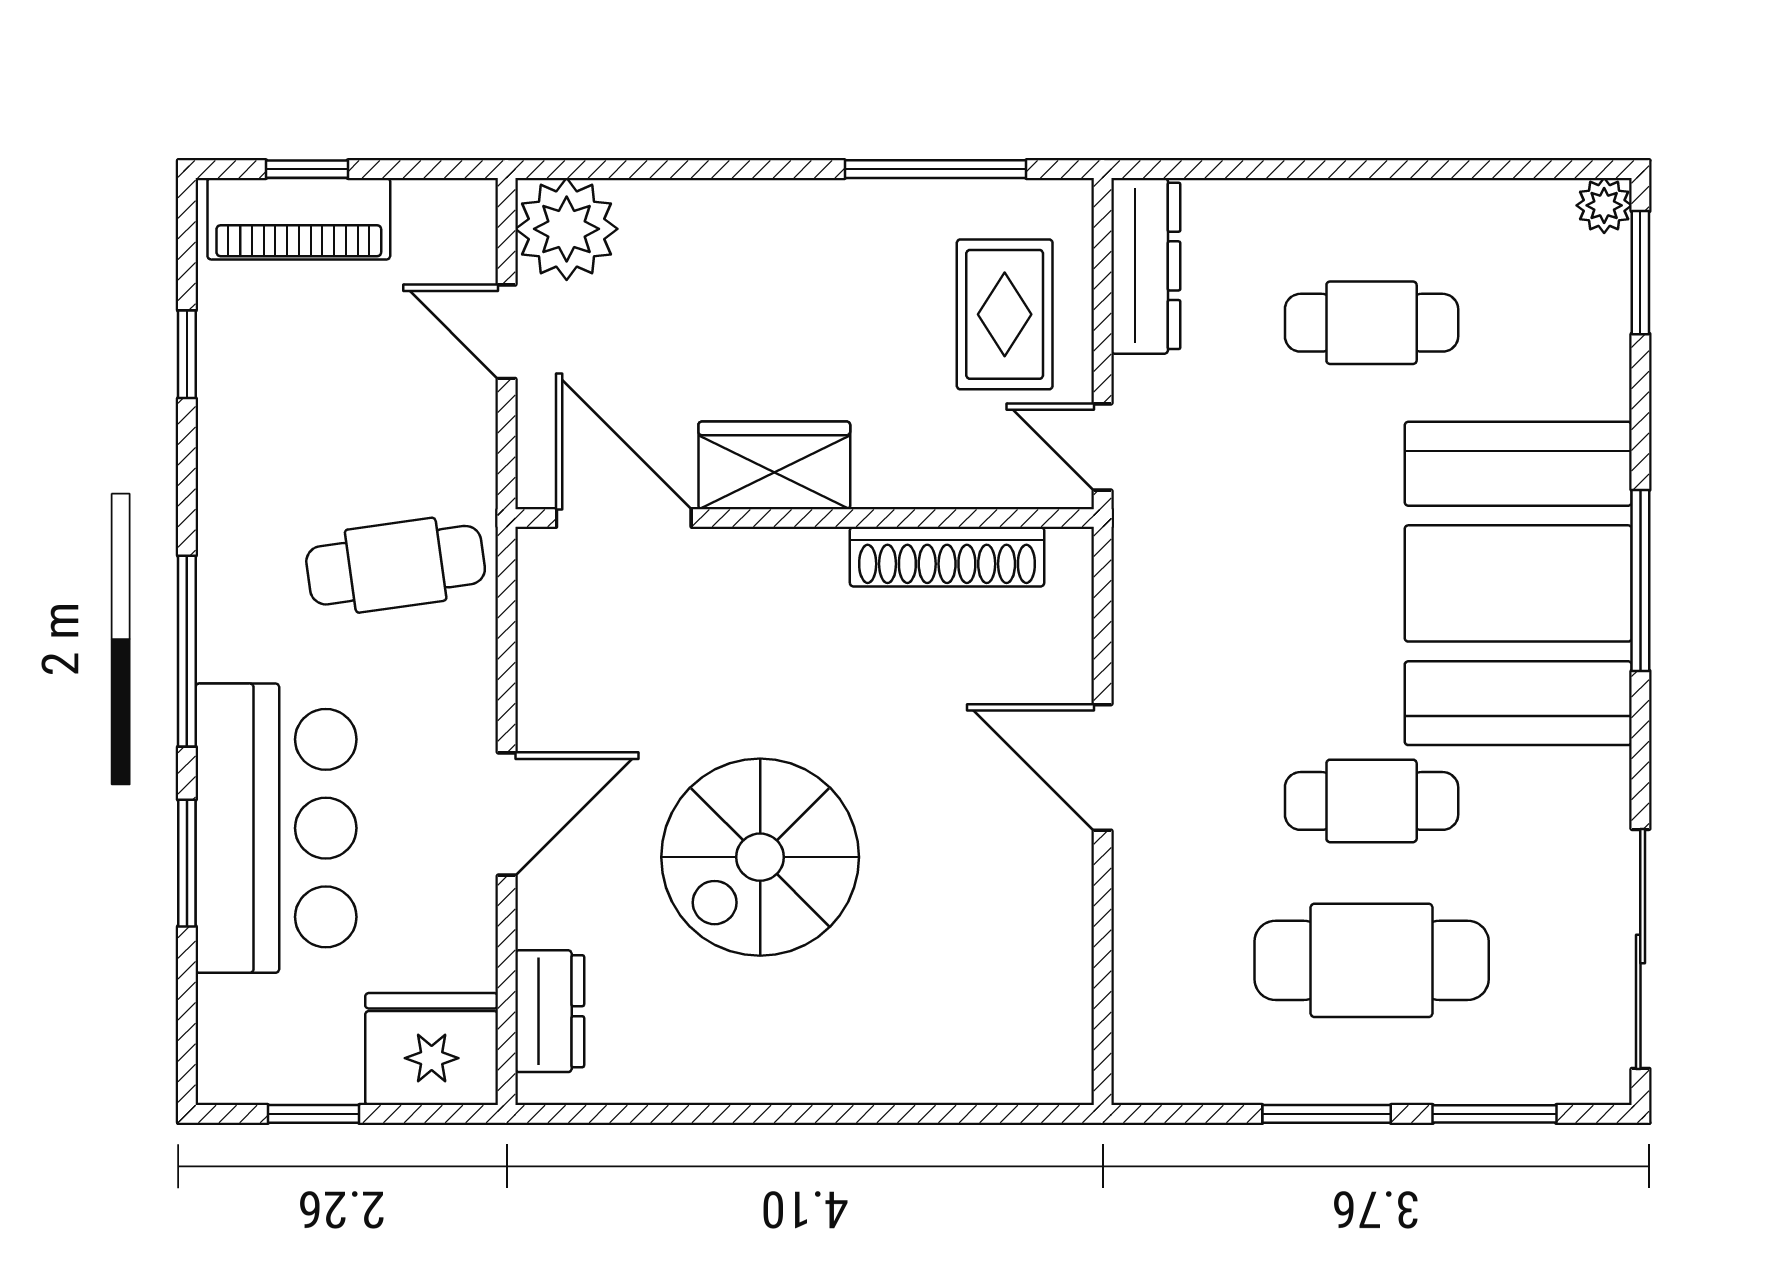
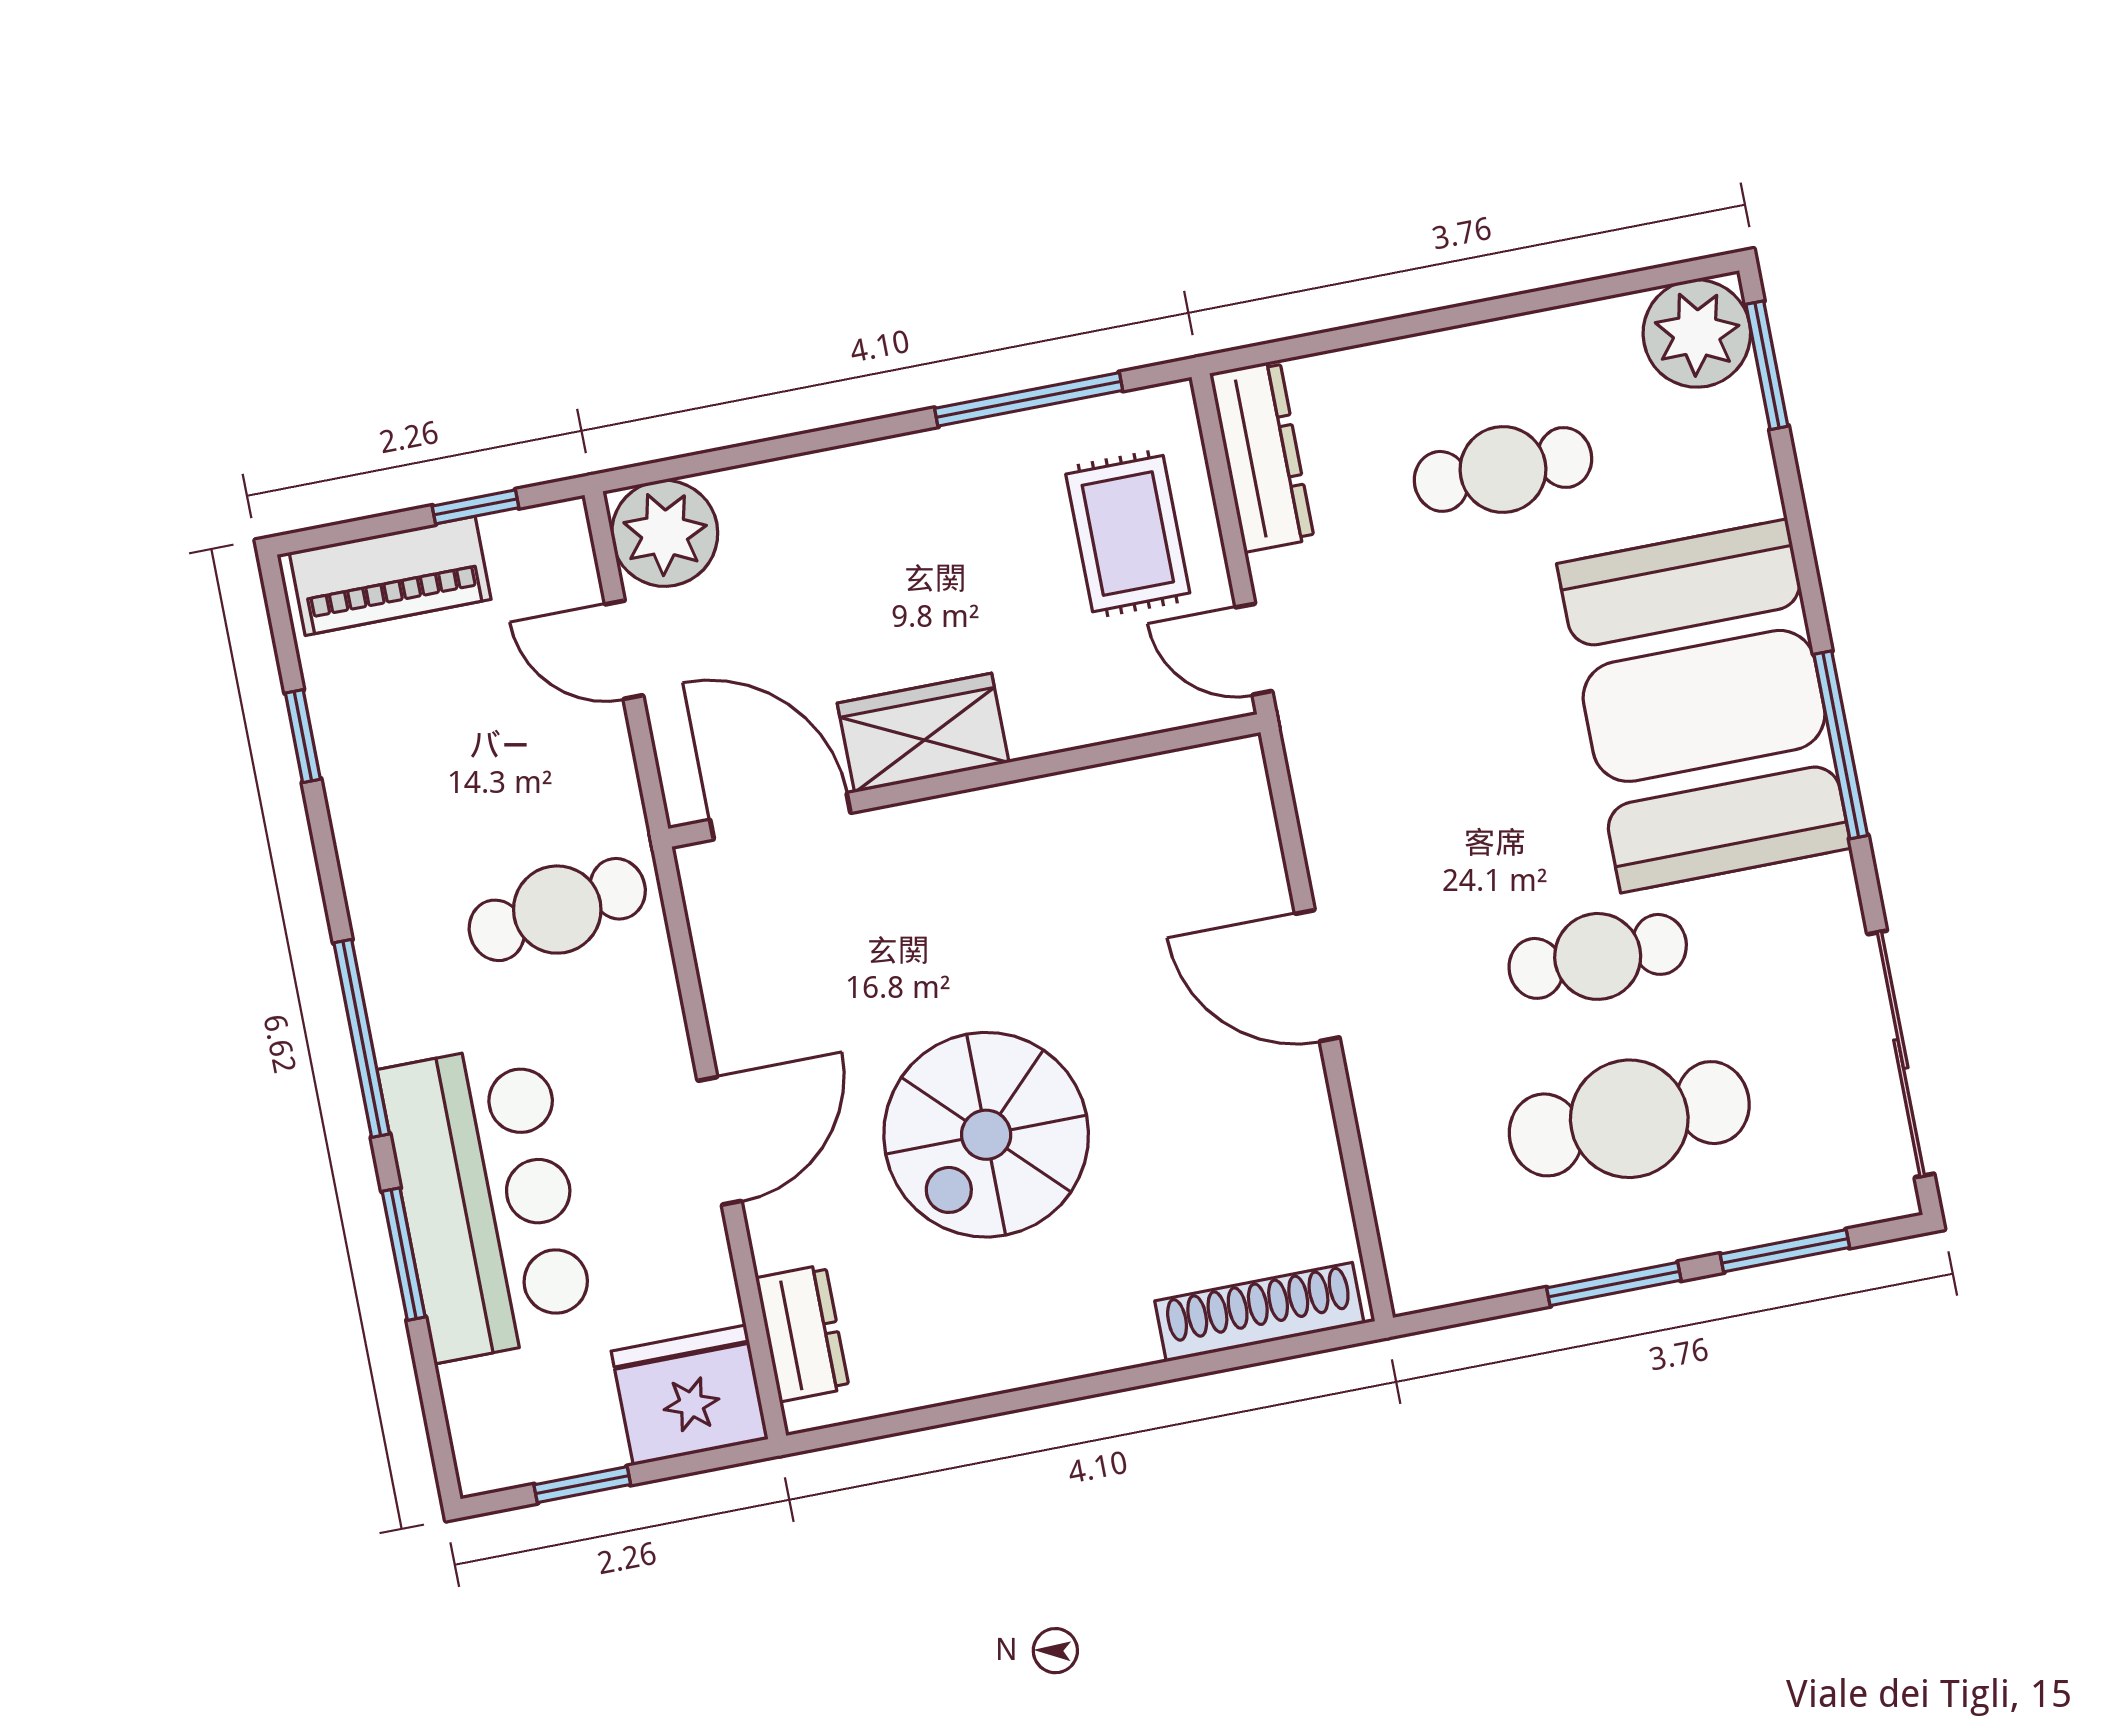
window: (307, 169) -> (476, 507), moved
plant: (1604, 205) -> (1697, 333), width x1.88, depth x1.88
shoe rack: (947, 557) -> (1259, 1312), moved, turned 180
window: (1640, 580) -> (1841, 745), moved

